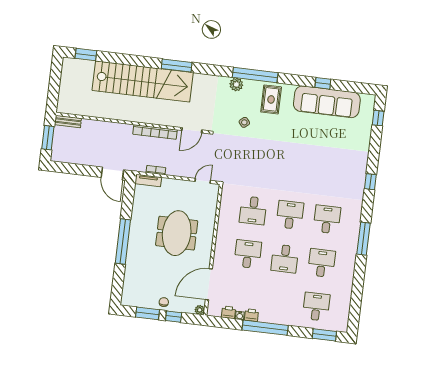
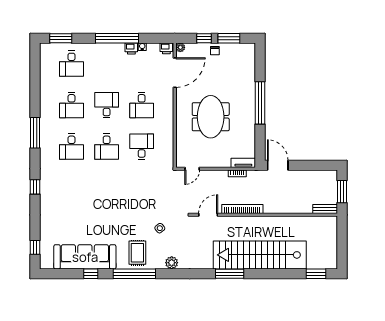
window: (255, 75) -> (134, 274), moved
printer: (228, 312) -> (166, 48), moved

